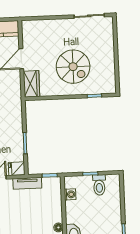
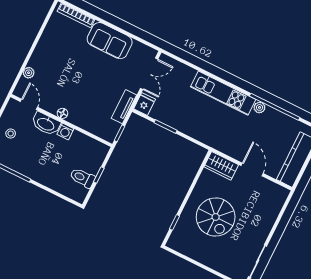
spiral stairs: (73, 67) -> (216, 217), turned -90
washing machine: (70, 194) -> (65, 132), moved

